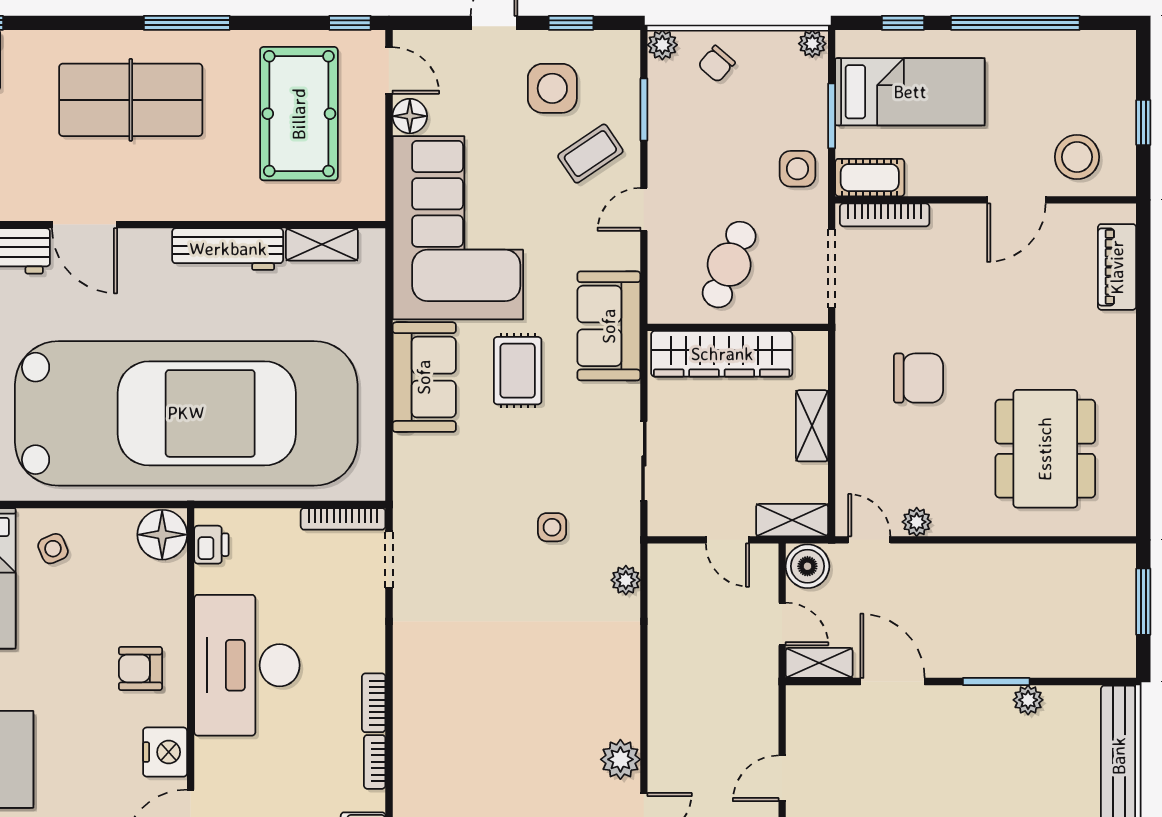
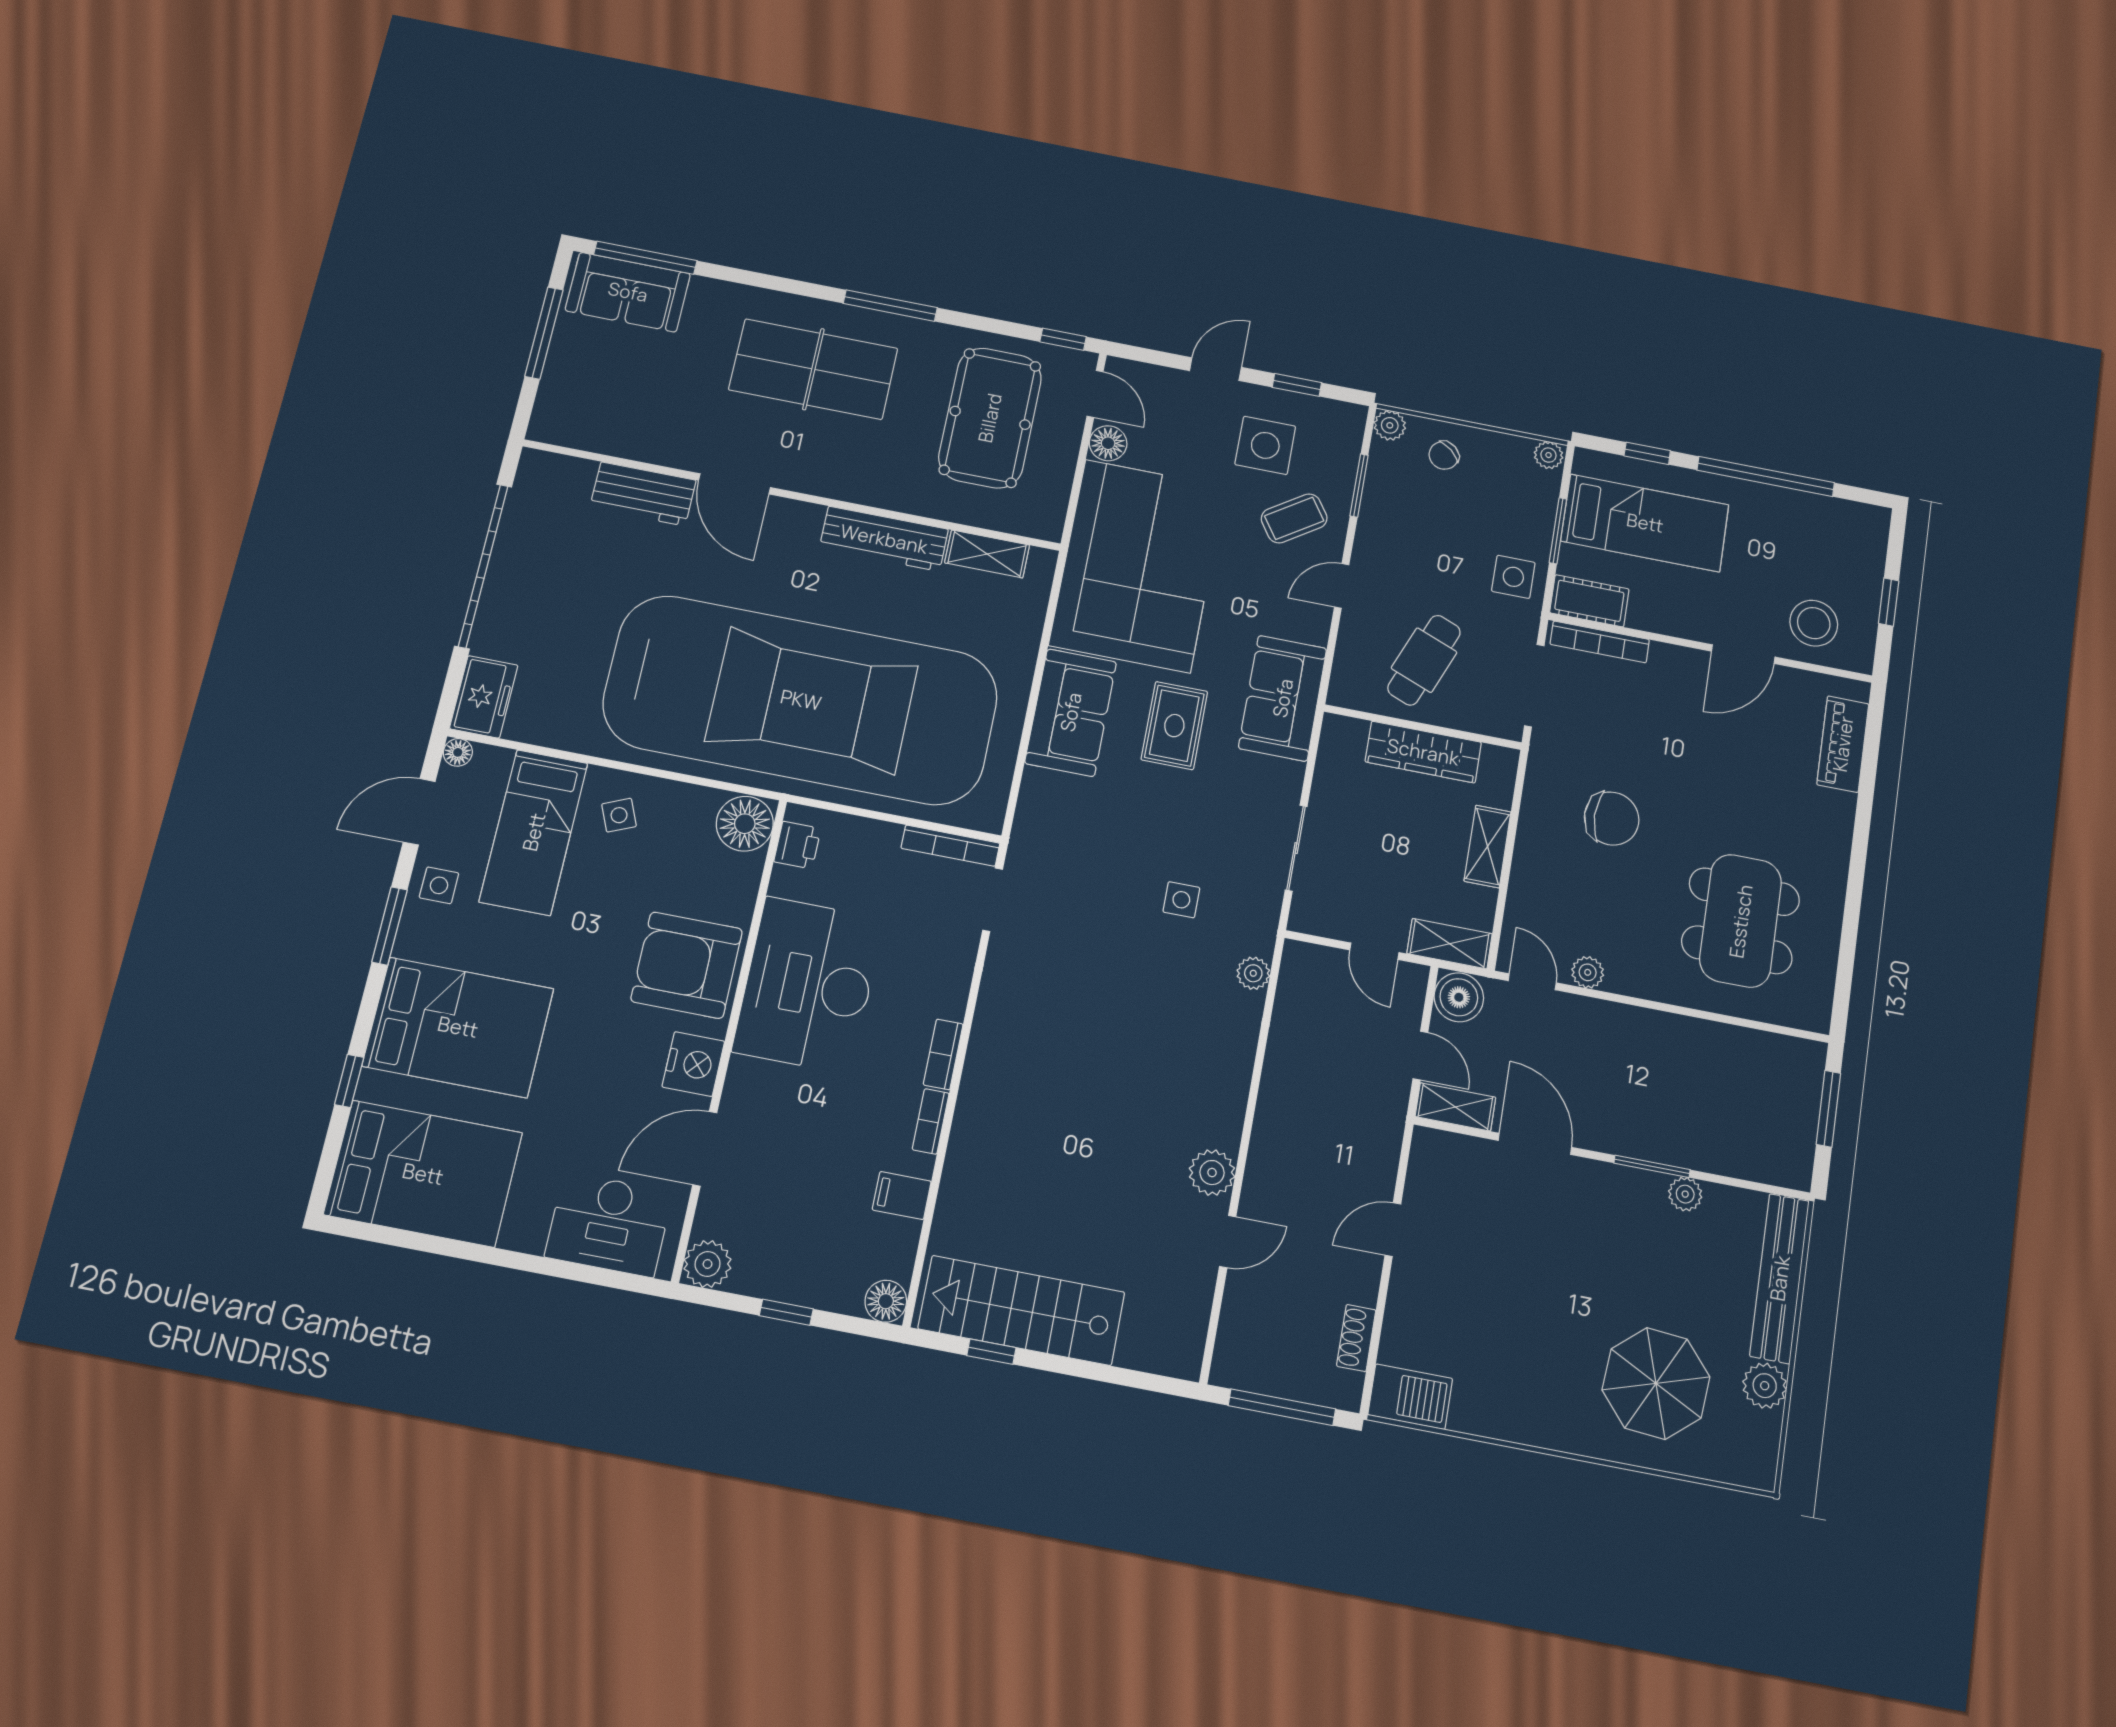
wardrobe: (722, 354) -> (1423, 752), width x0.71, depth x0.85
armchair: (140, 668) -> (687, 965), width x1.88, depth x1.88

